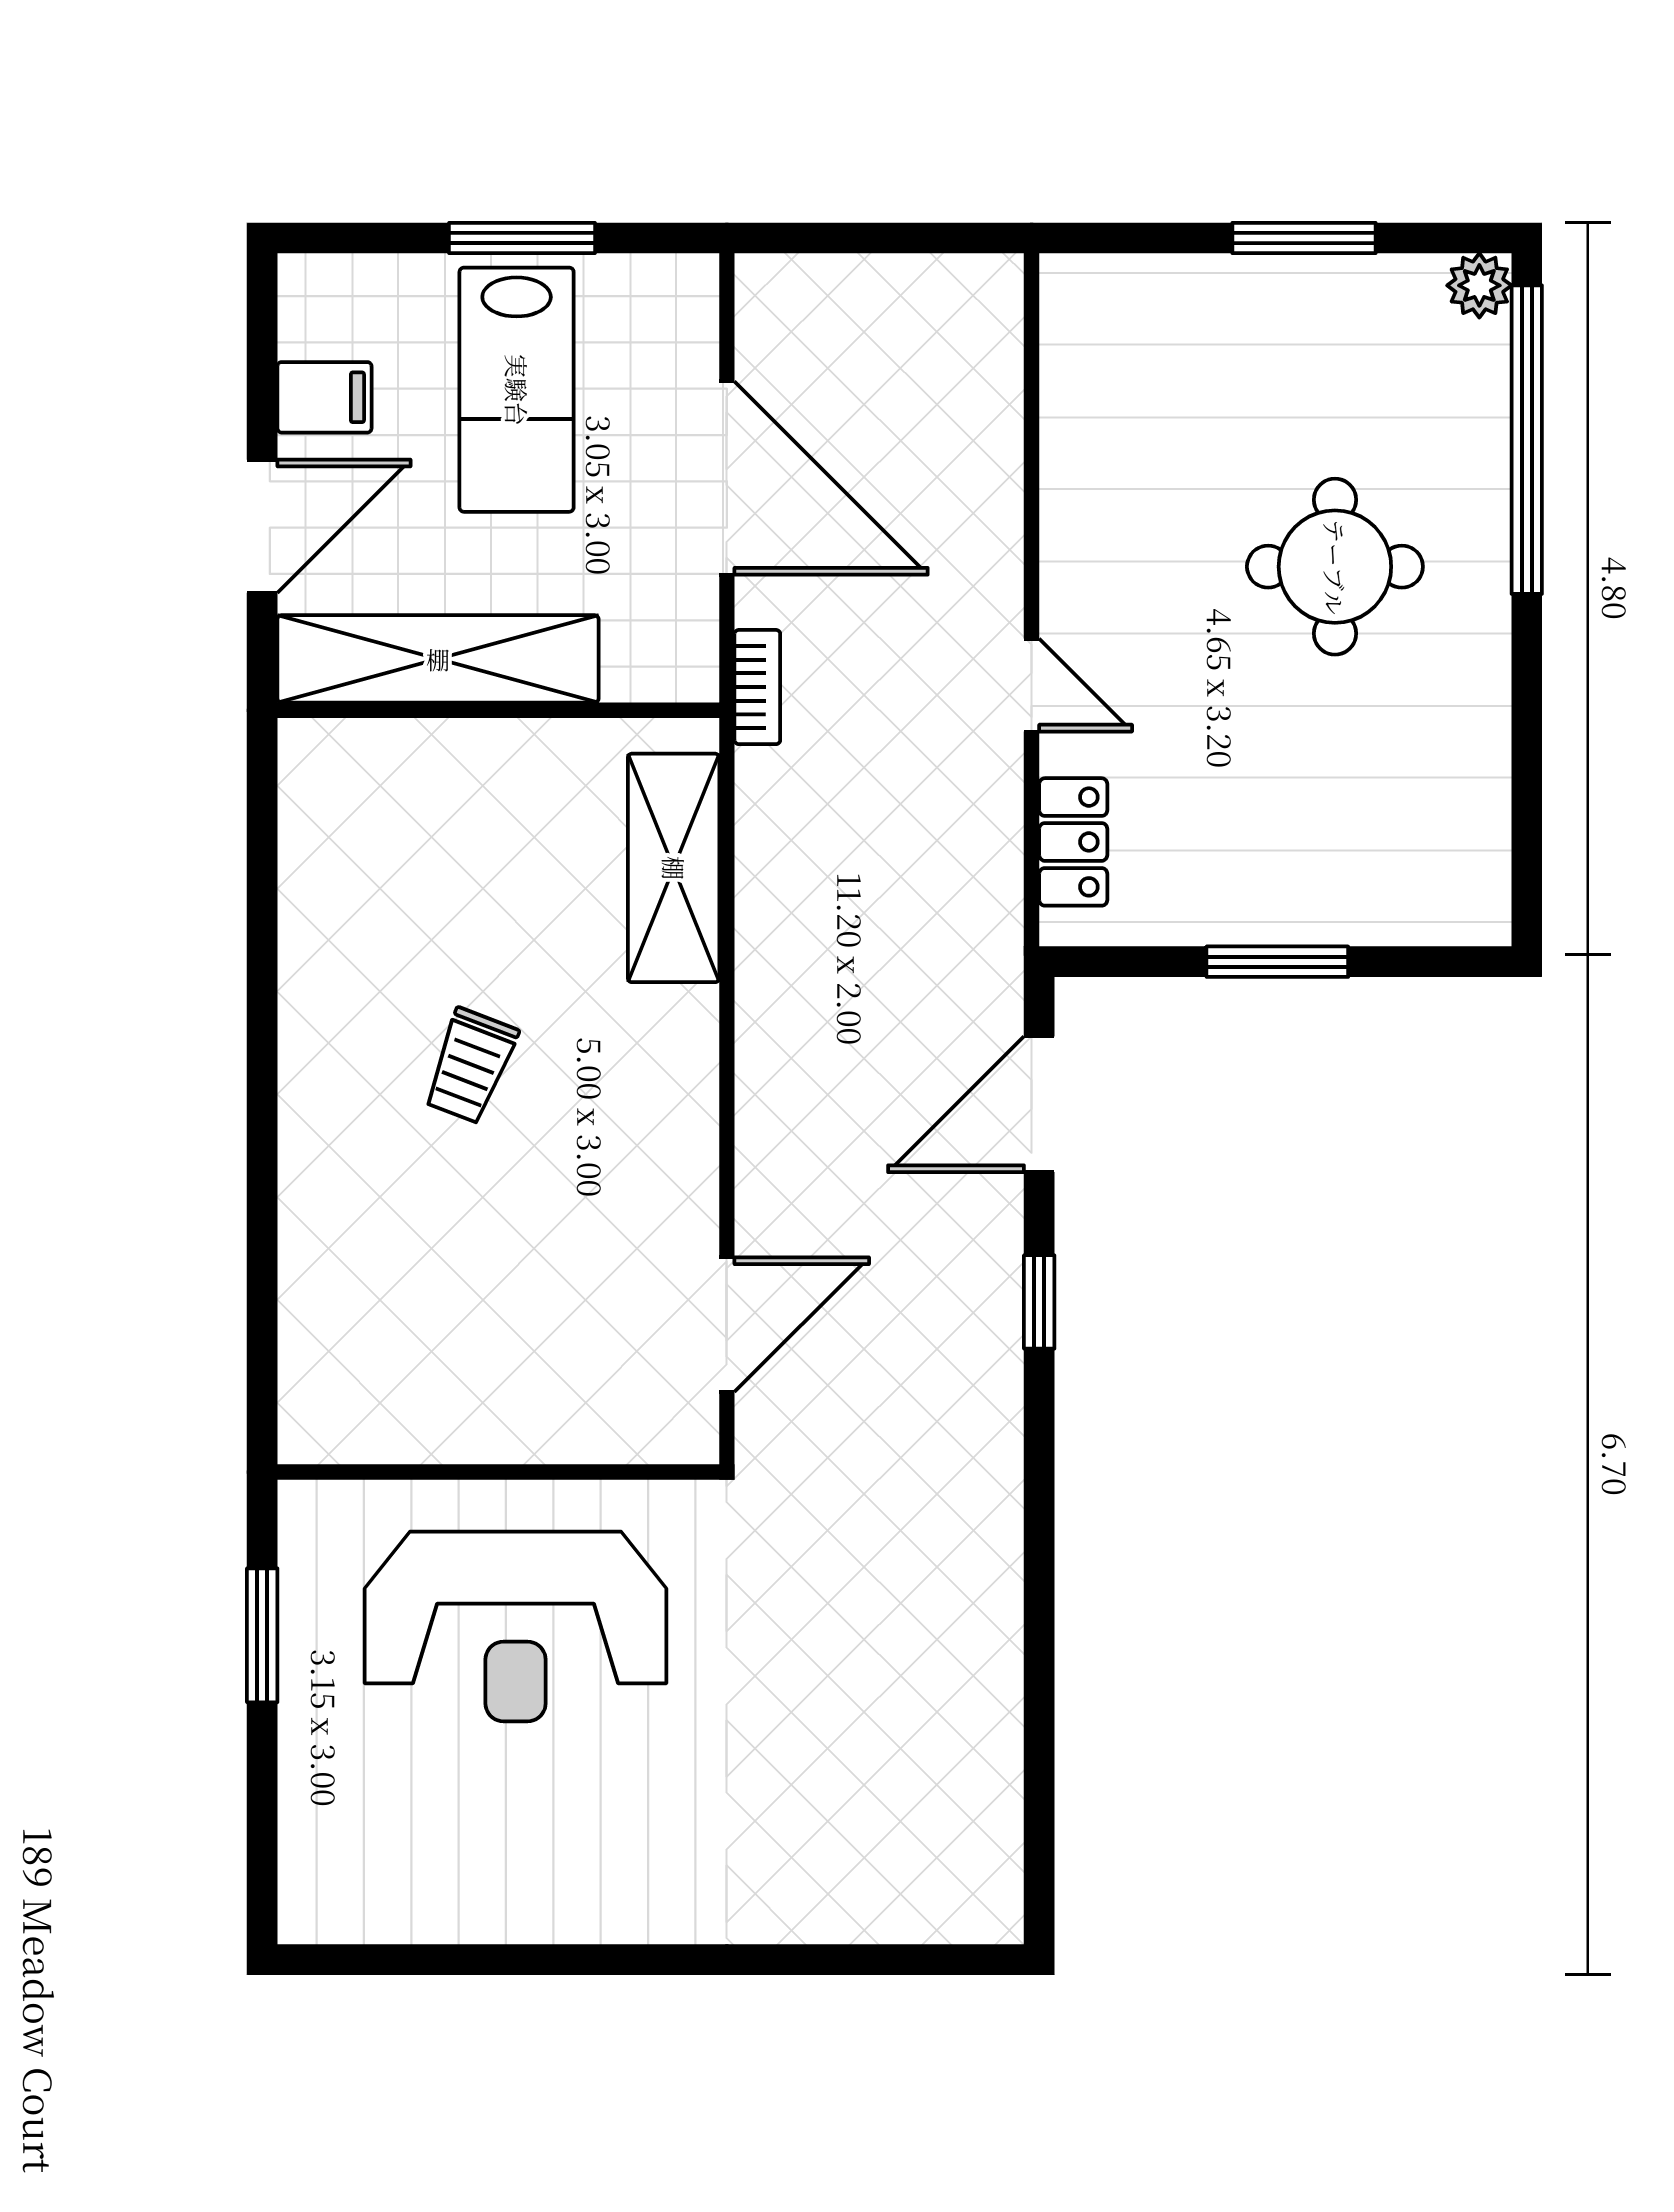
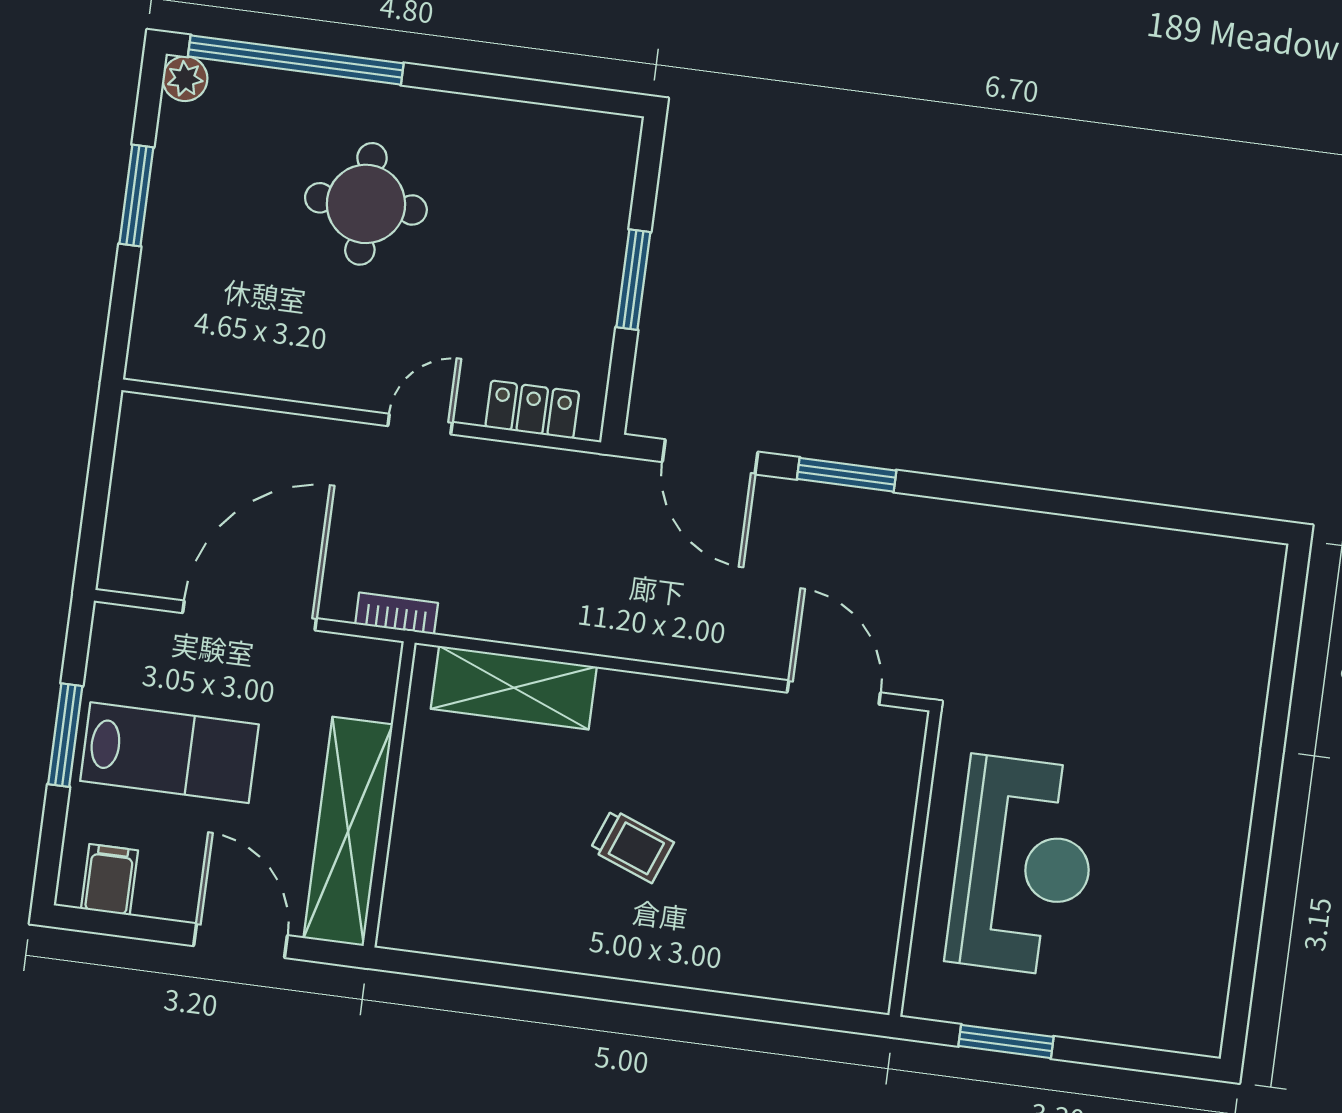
filing cabinet: (324, 397) -> (109, 880), moved
window: (1039, 1302) -> (847, 475), width x1.50

